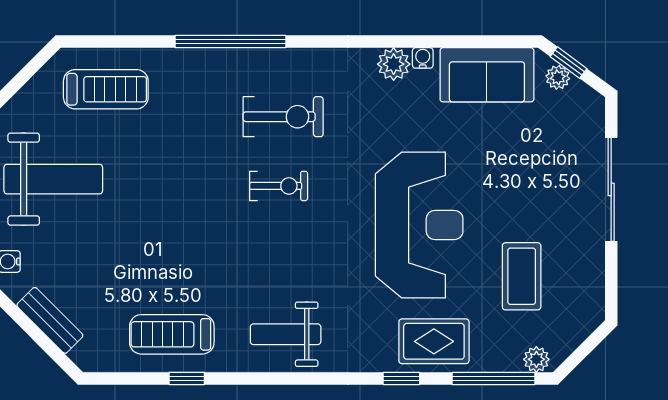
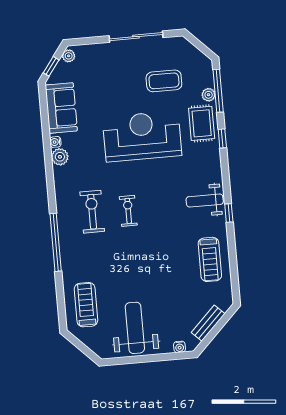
plant: (558, 77) -> (69, 56), moved
sliding door: (611, 189) -> (136, 37), moved
weight bench: (286, 334) -> (205, 201), turned 90
plant: (536, 359) -> (209, 95), moved
window: (187, 378) -> (229, 213), moved

